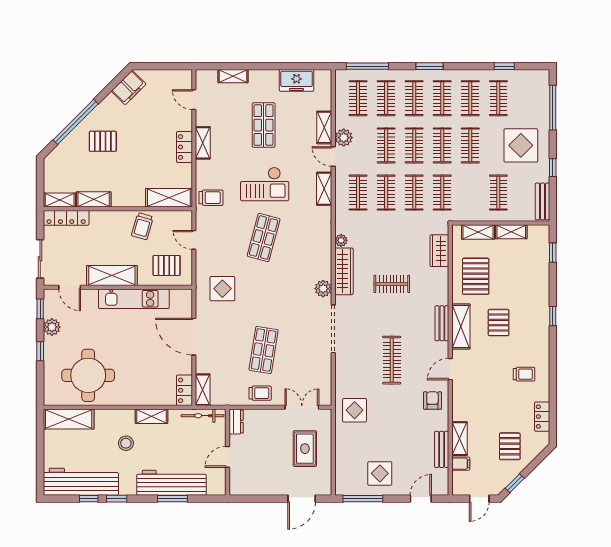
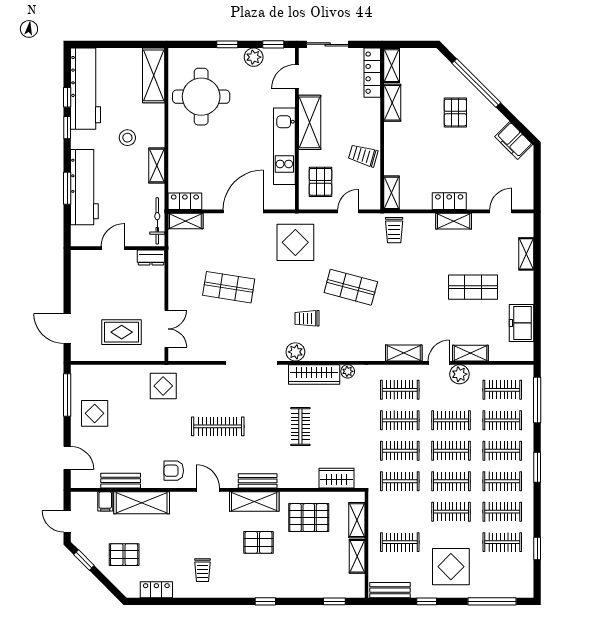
checkout: (265, 184) -> (409, 288), removed
shelving: (169, 198) -> (392, 193), width x0.67, depth x0.75
display table: (222, 289) -> (295, 242), width x1.36, depth x1.36
trolley: (260, 393) -> (307, 318), moved, turned 90
armchair: (432, 401) -> (174, 471), turned 180
shelving: (459, 439) -> (142, 503), width x1.50, depth x1.33
door: (228, 457) -> (113, 248), hinge flipped

